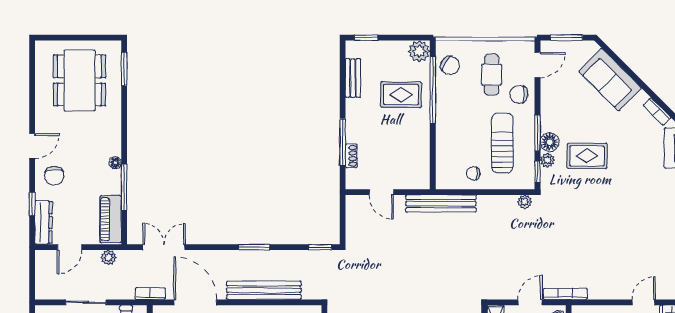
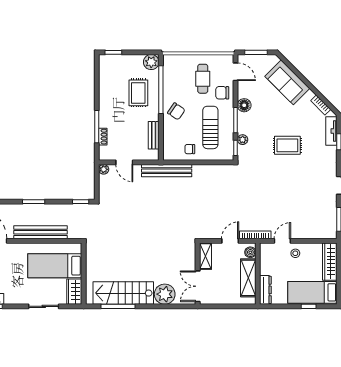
door: (537, 65) -> (236, 72), hinge flipped
chair: (450, 66) -> (176, 111), moved
bench: (353, 78) -> (154, 135), moved
rug: (401, 95) -> (138, 93), turned 90
floor lamp: (550, 142) -> (244, 105), moved
rug: (587, 156) -> (287, 145), moved
plant: (525, 202) -> (104, 169), moved
door: (644, 302) -> (282, 241), moved

